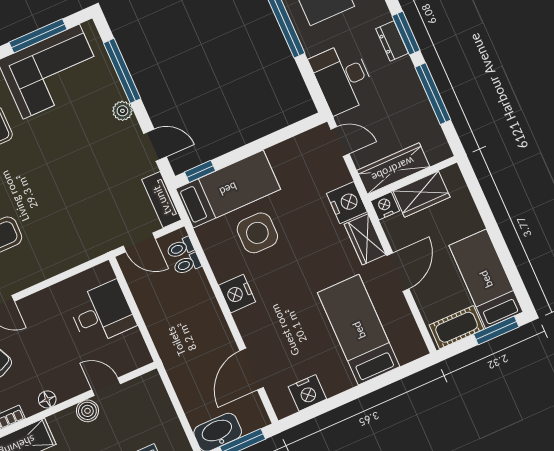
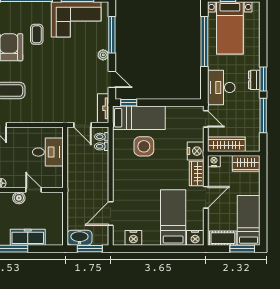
wardrobe: (421, 194) -> (246, 163), moved
nightstand: (237, 294) -> (195, 238), moved, turned -90

